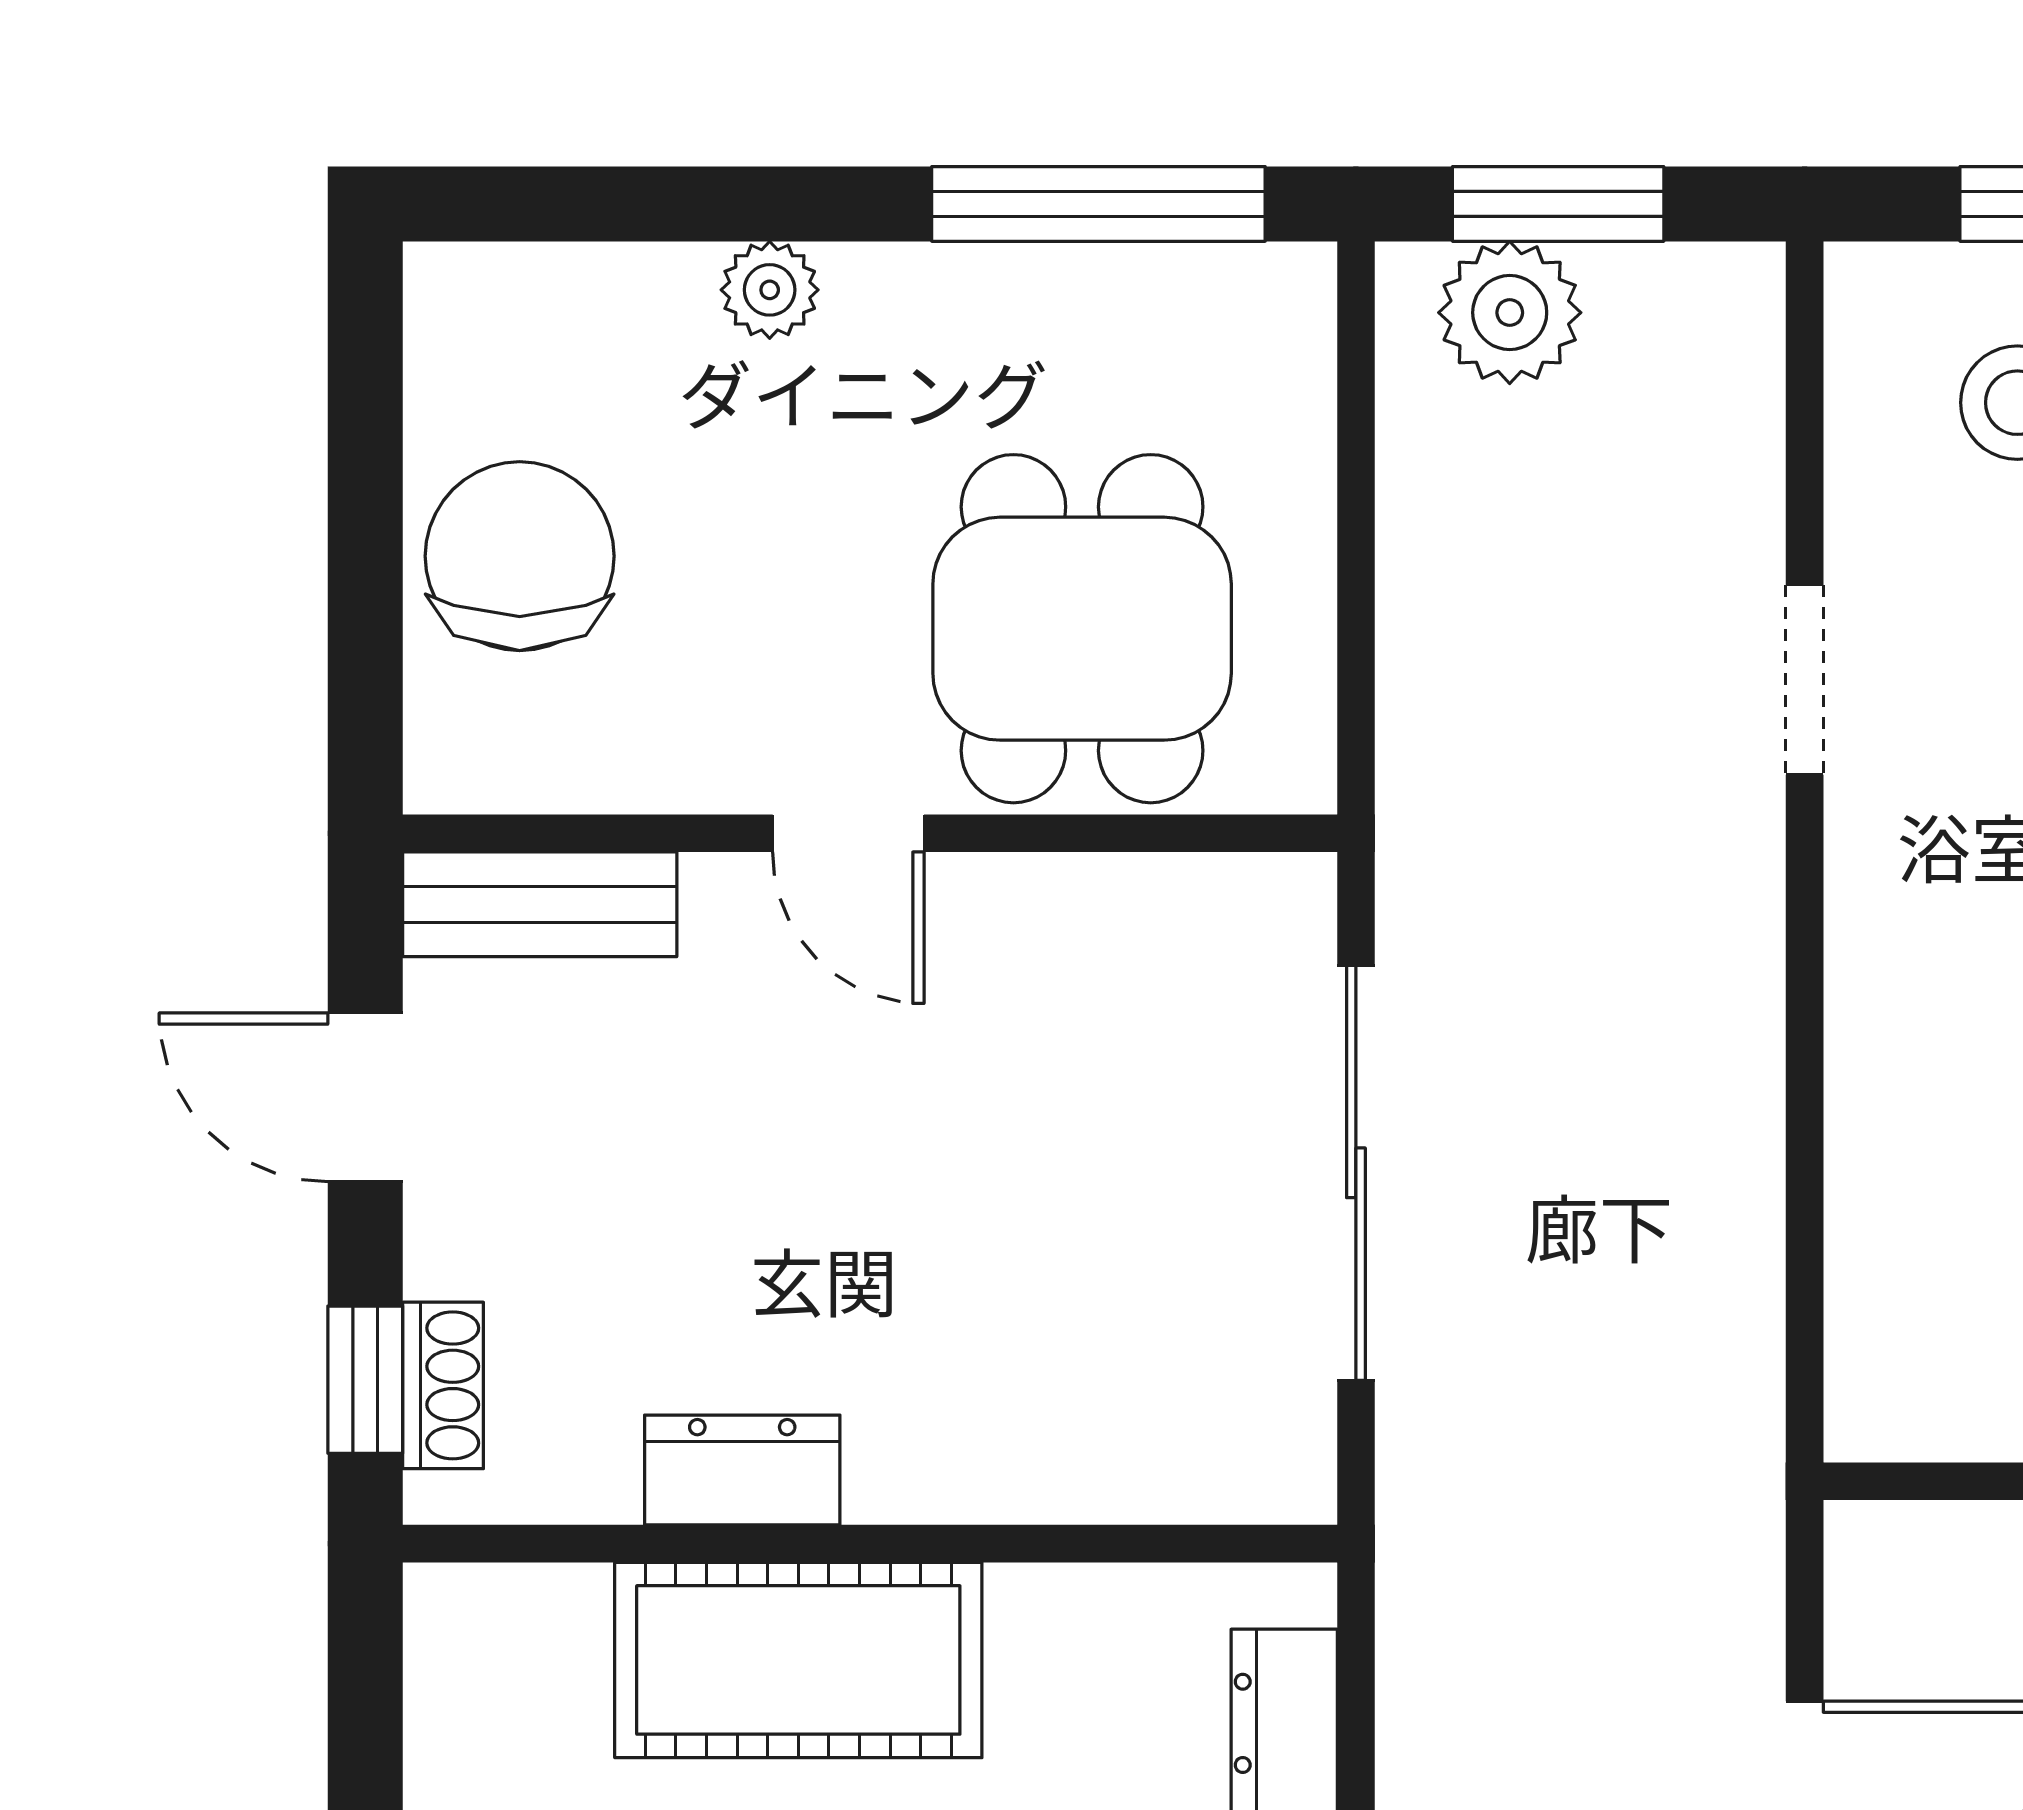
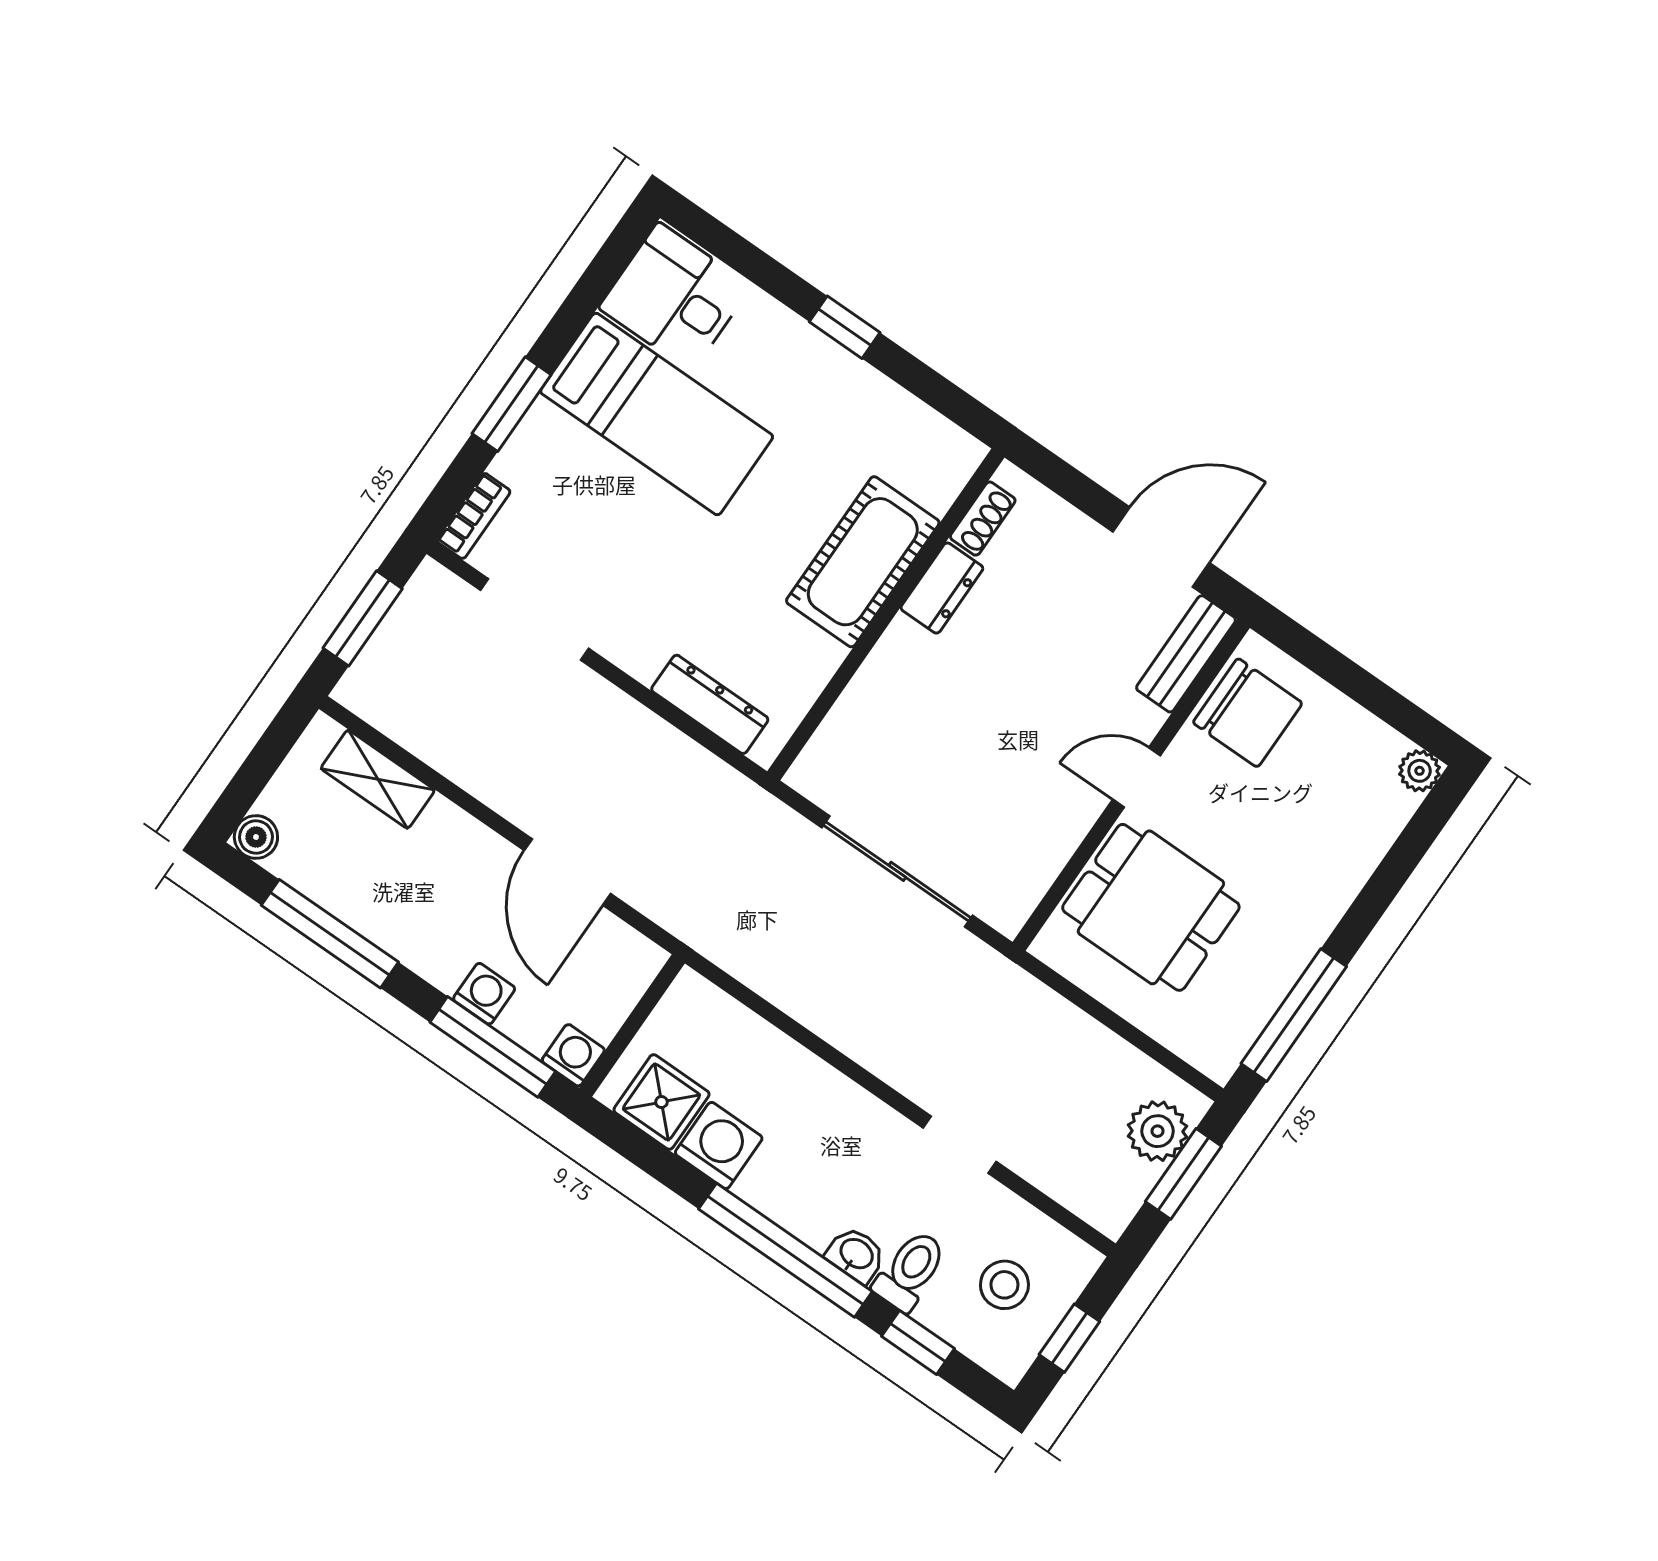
plant: (770, 290) -> (1420, 771), moved
chair: (520, 556) -> (1248, 713), moved
door: (365, 1097) -> (1161, 547), width x1.38
window: (365, 1380) -> (1064, 479), removed
shoe rack: (443, 1385) -> (983, 519), moved, turned -90

